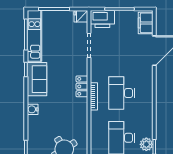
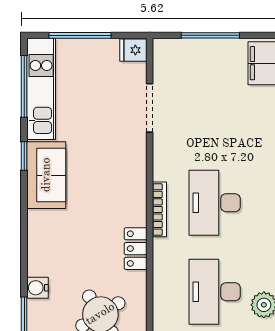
printer: (102, 19) -> (176, 55), removed
locker: (82, 86) -> (136, 249), moved
water cooler: (33, 109) -> (37, 288), moved

